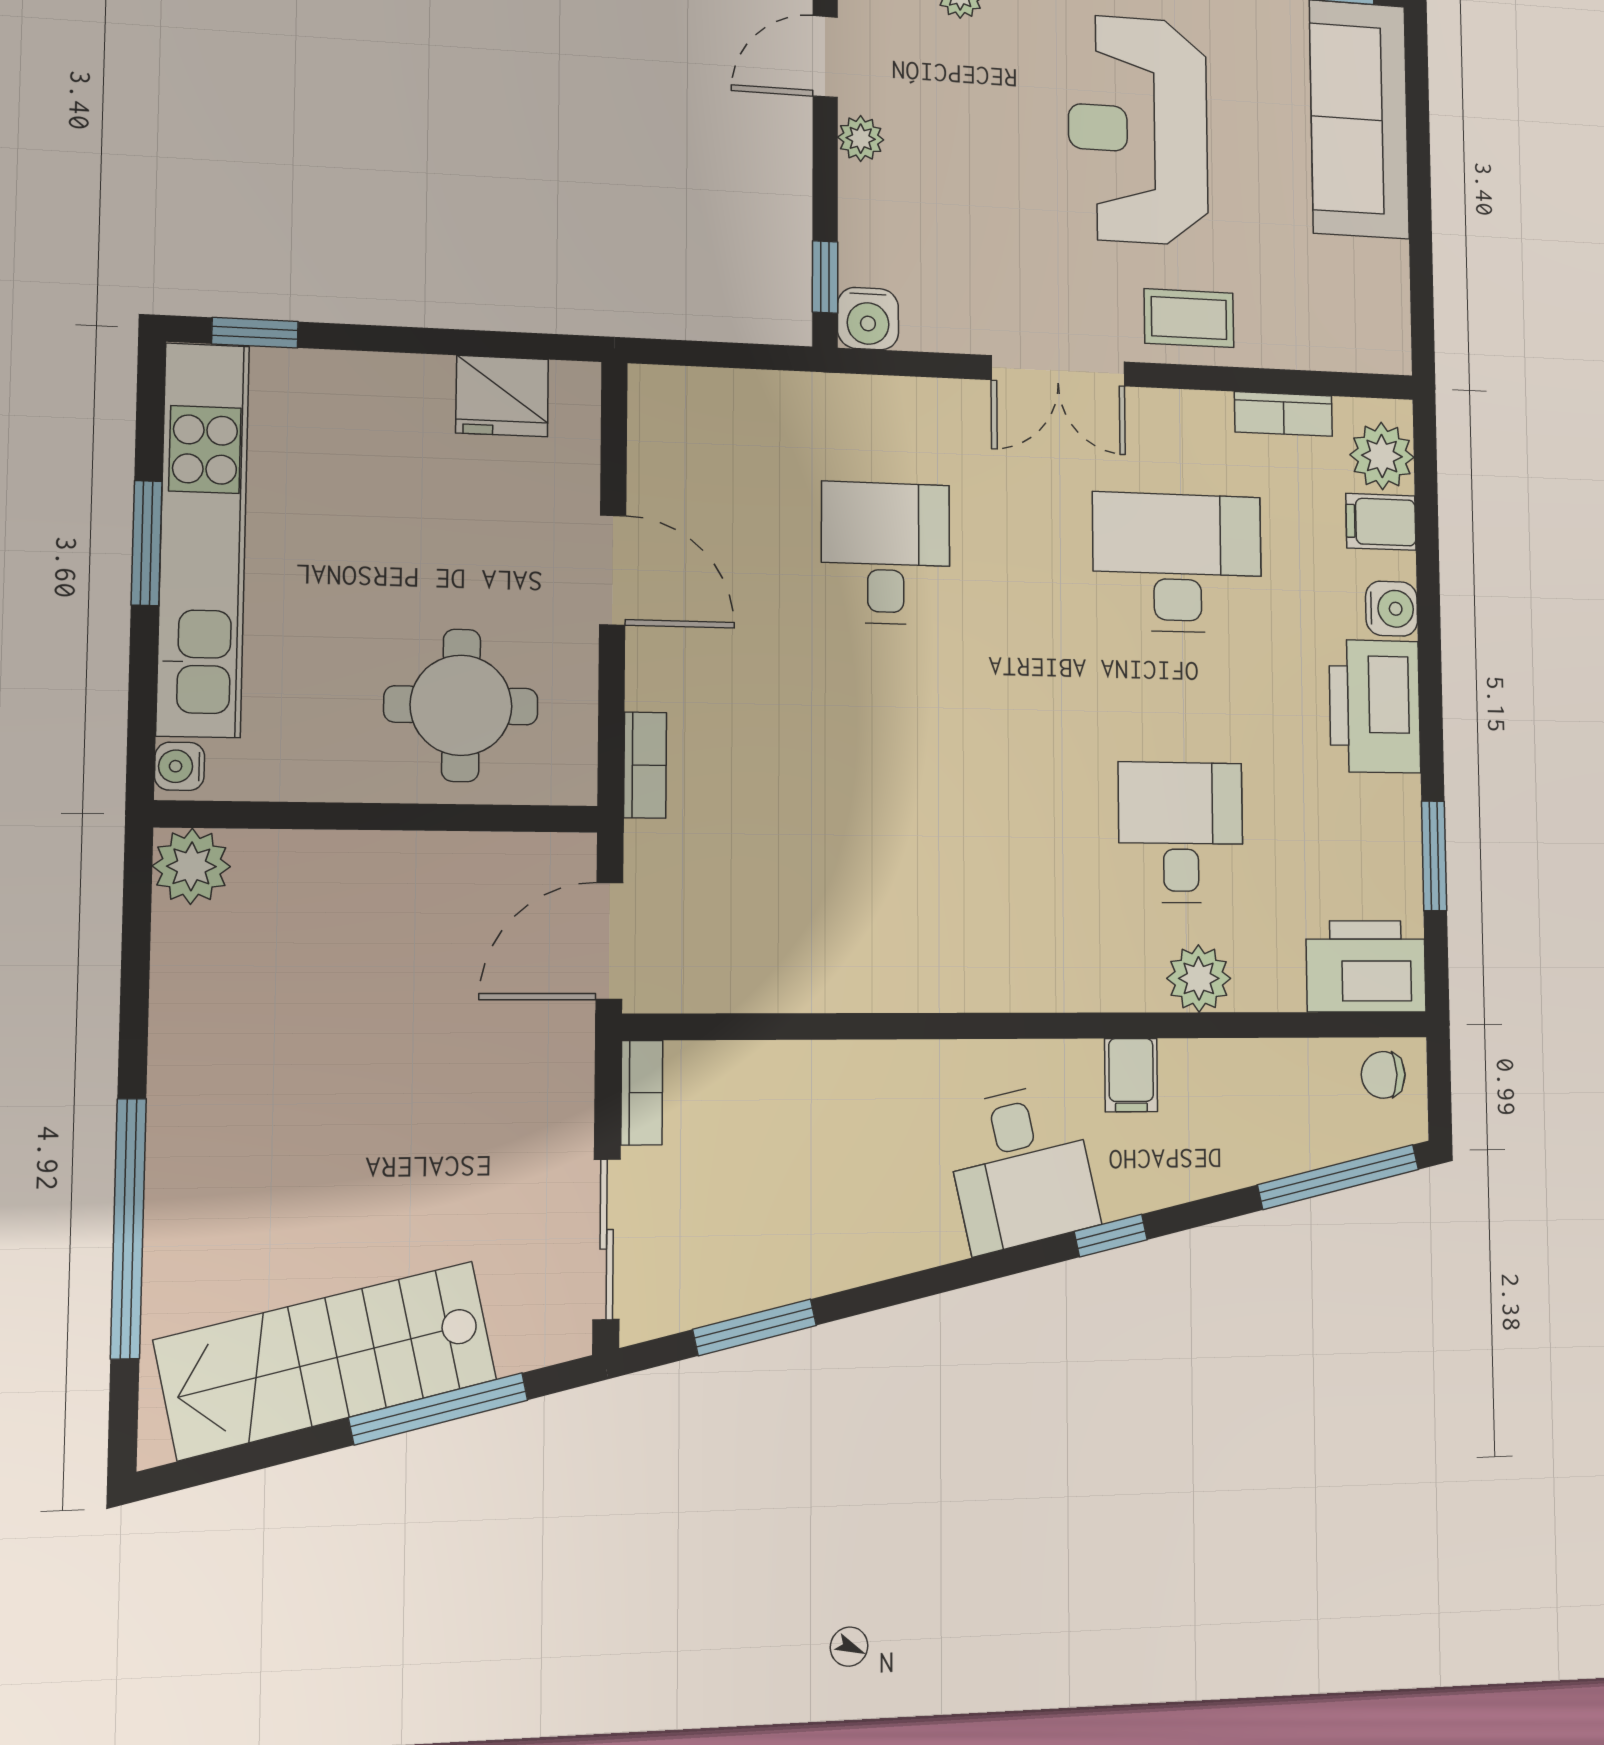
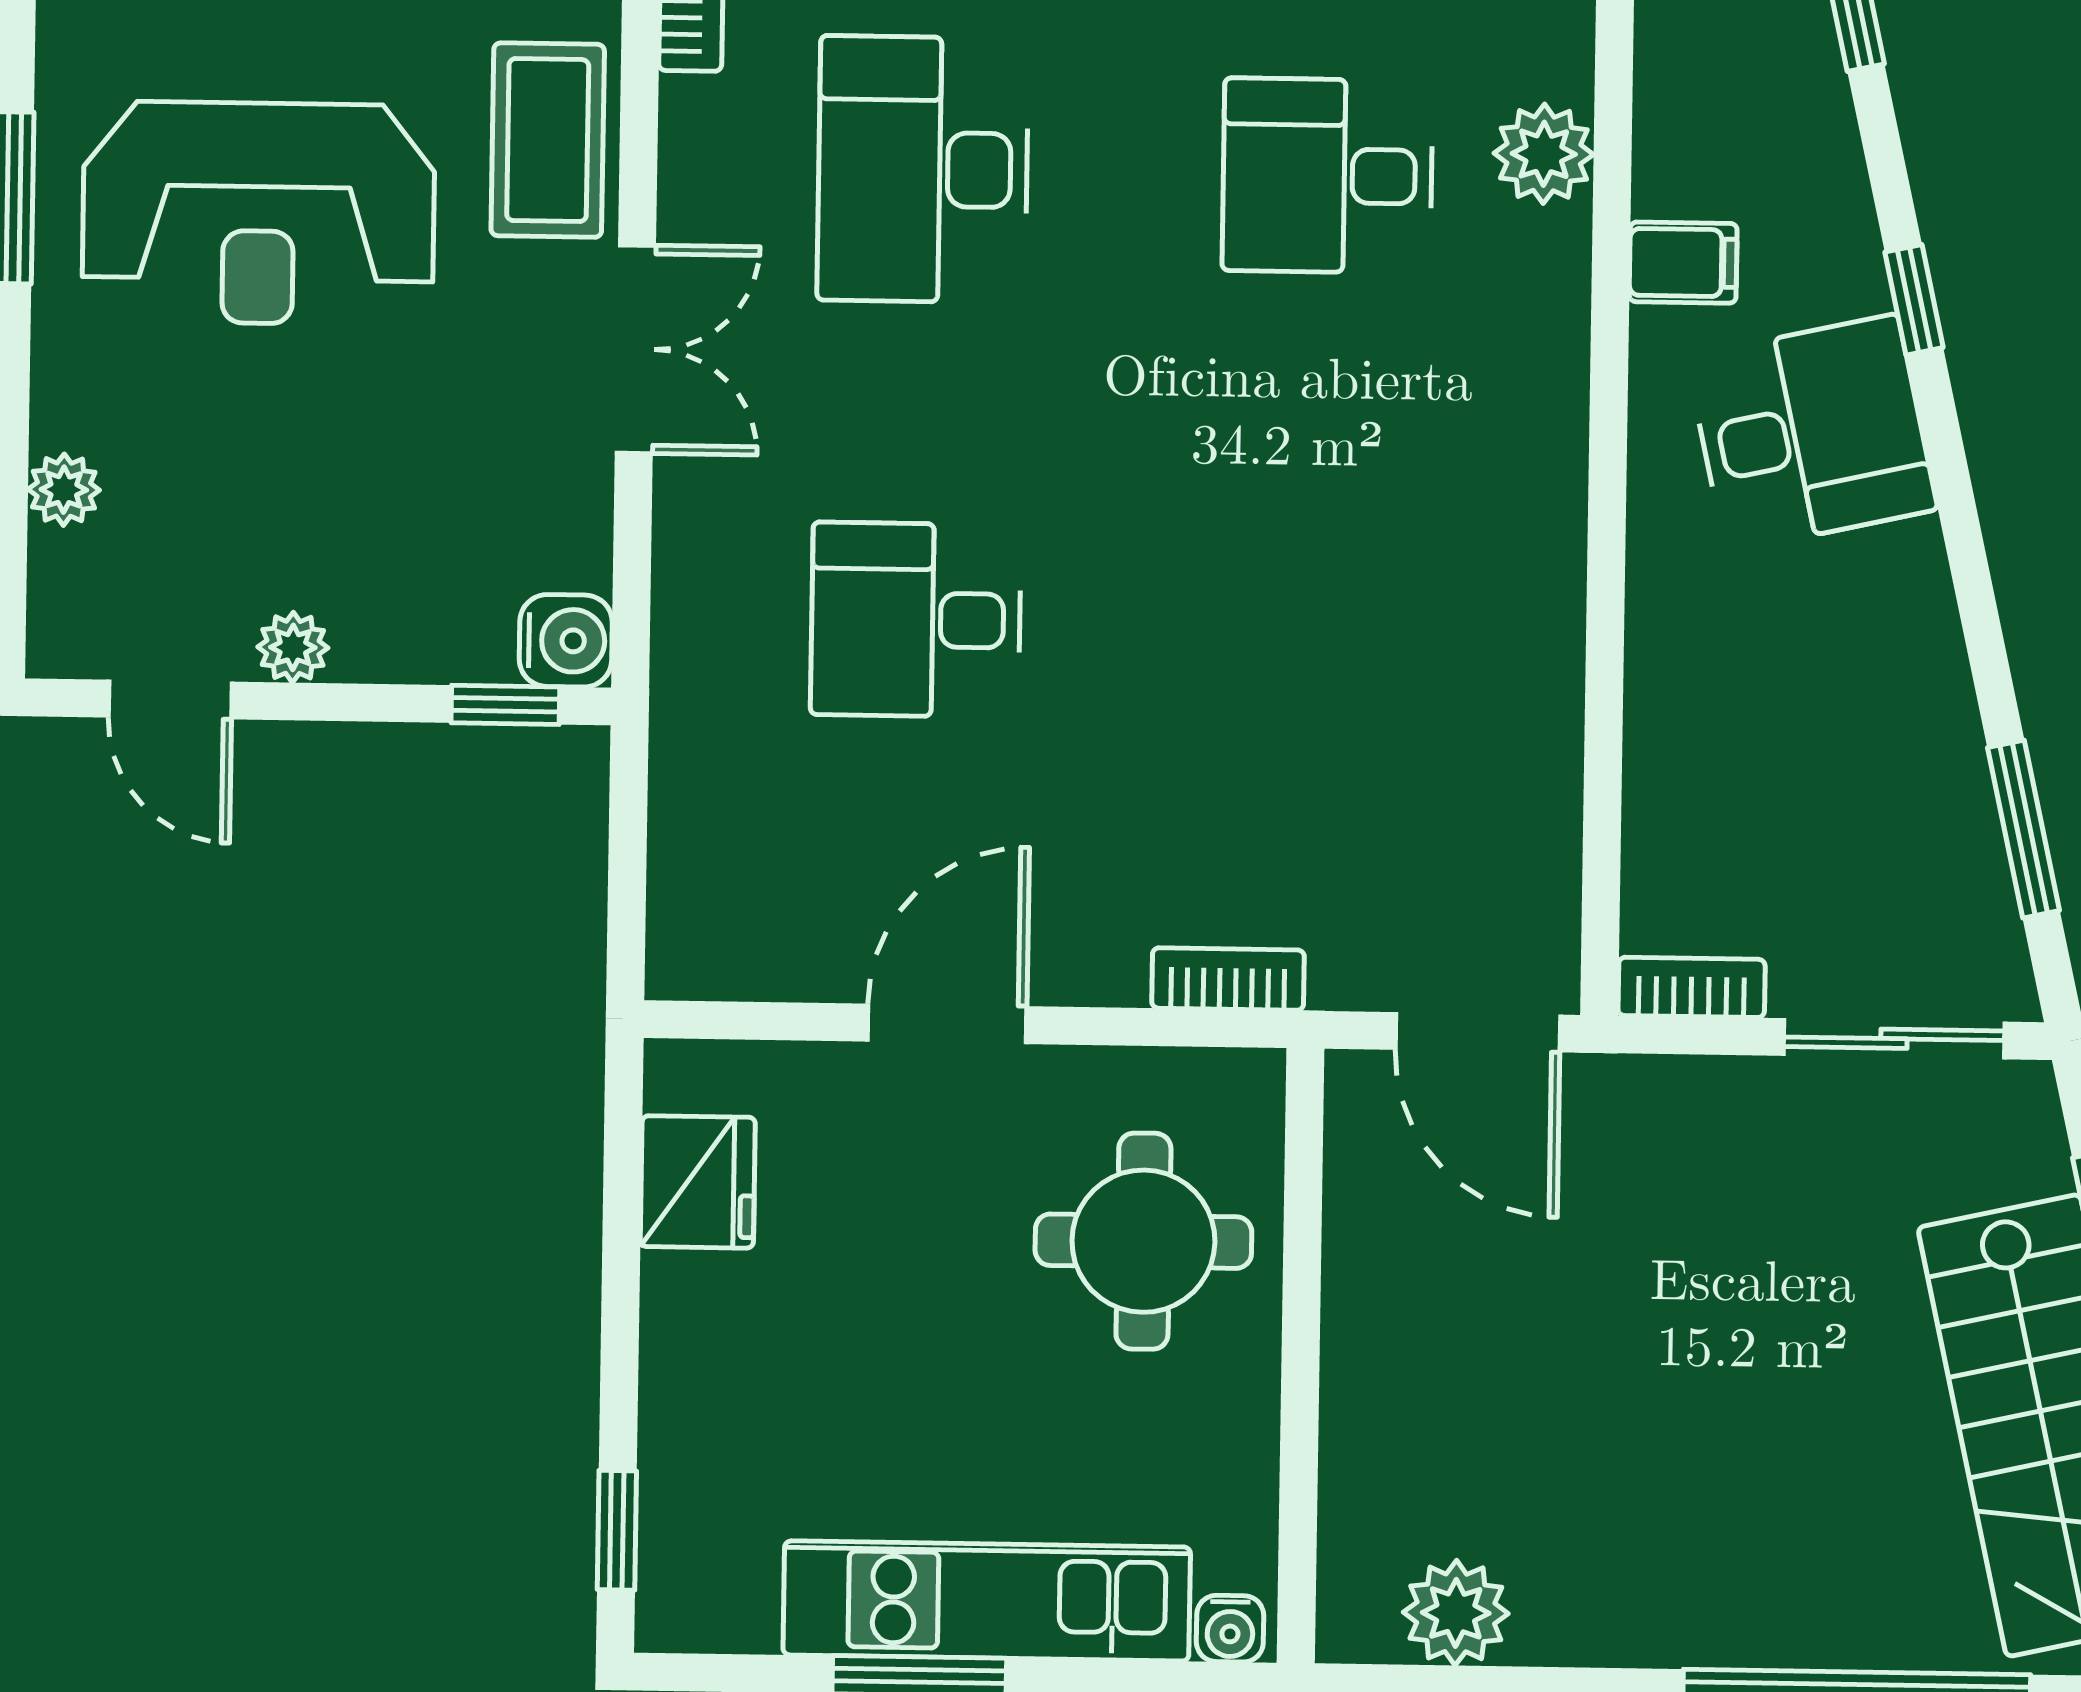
coffee table: (1189, 318) -> (548, 140), width x1.36, depth x1.30
kitchen unit: (203, 539) -> (987, 1601), width x0.73
plant: (191, 866) -> (1456, 1613), moved

